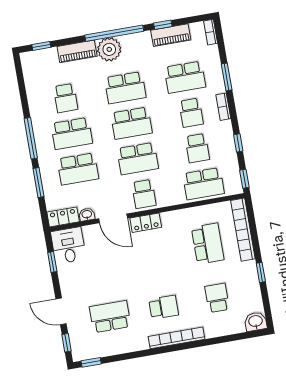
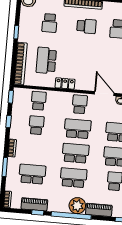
school desk: (191, 113) -> (34, 150), removed
school desk: (203, 184) -> (39, 101), width x0.54
locker: (146, 223) -> (65, 83), moved
school desk: (164, 307) -> (86, 26), turned 180

